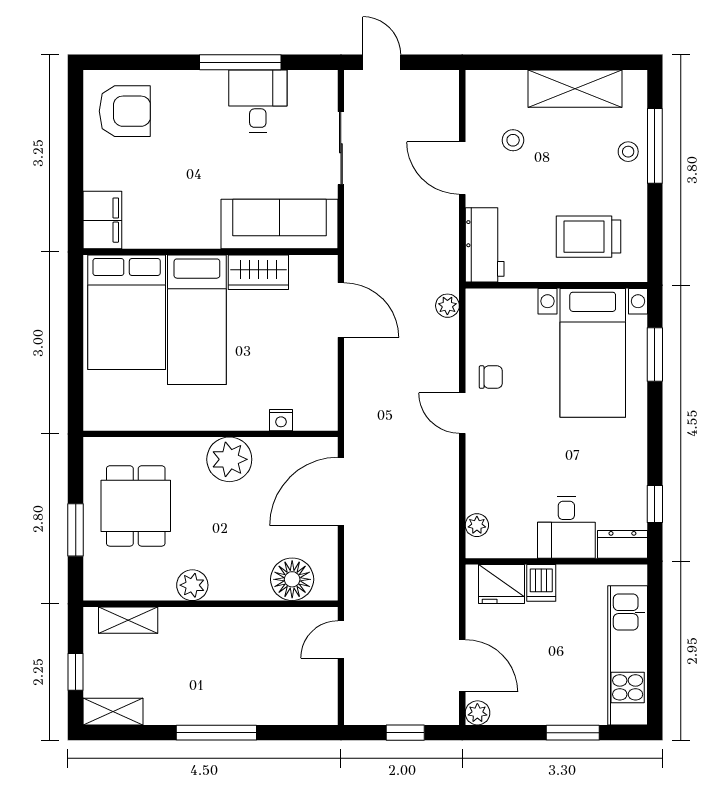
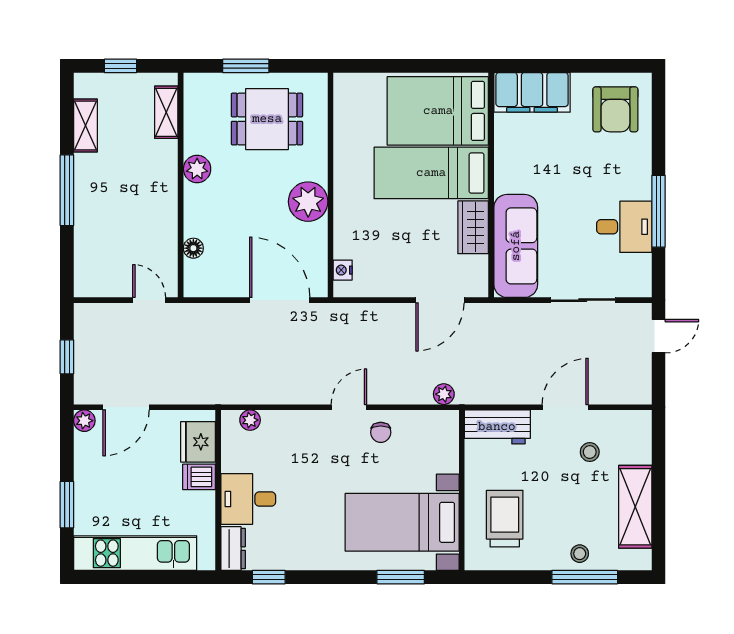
filing cabinet: (102, 220) -> (532, 92), width x1.50, depth x1.17
nightstand: (281, 420) -> (343, 270), moved
floor lamp: (292, 579) -> (193, 248), width x0.53, depth x0.53
shelving: (113, 712) -> (85, 126), moved

